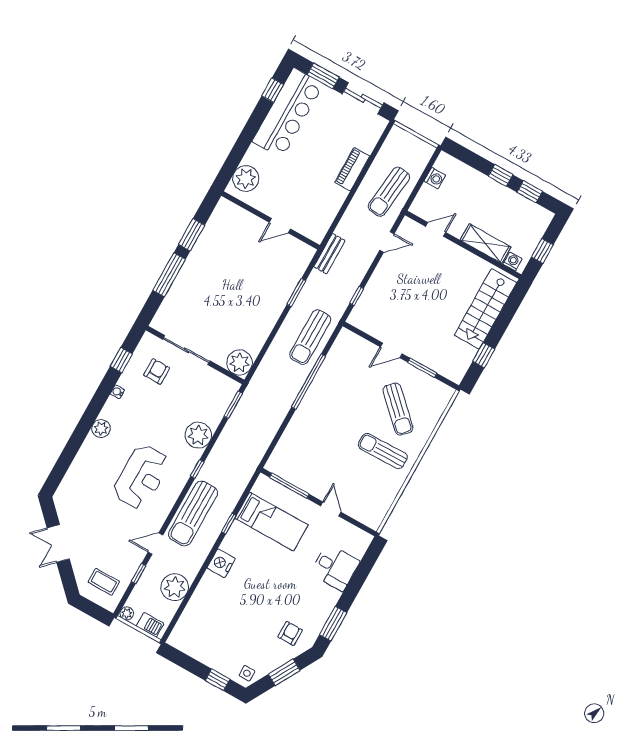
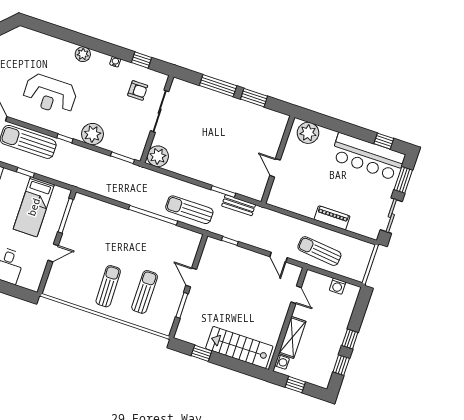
bench: (329, 254) -> (239, 205), moved
sun lounger: (398, 409) -> (145, 292), turned 136

